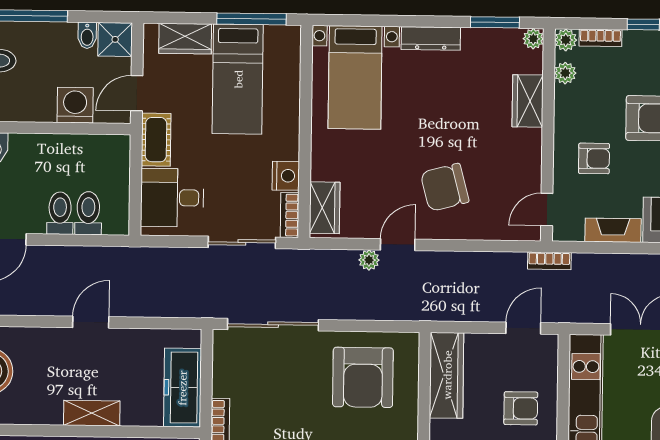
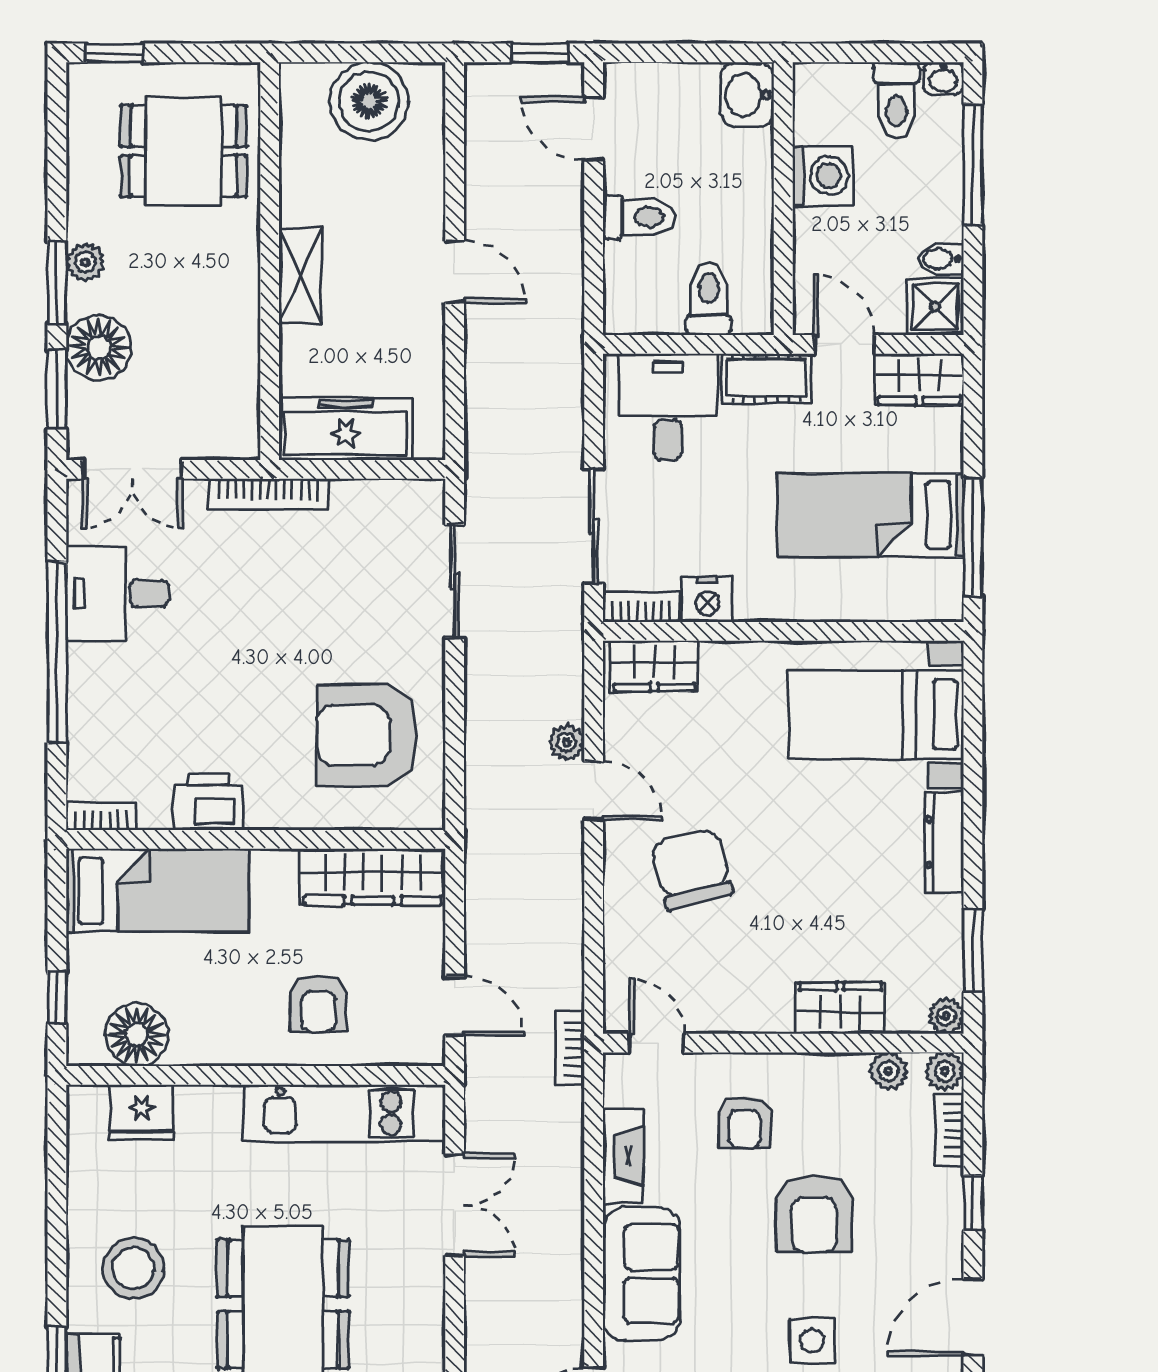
wardrobe: (185, 39) -> (919, 379), moved, turned -90
washing machine: (75, 105) -> (823, 176), moved
toilet: (88, 213) -> (709, 298), moved, turned -90
sliding door: (273, 325) -> (455, 581), width x0.73

